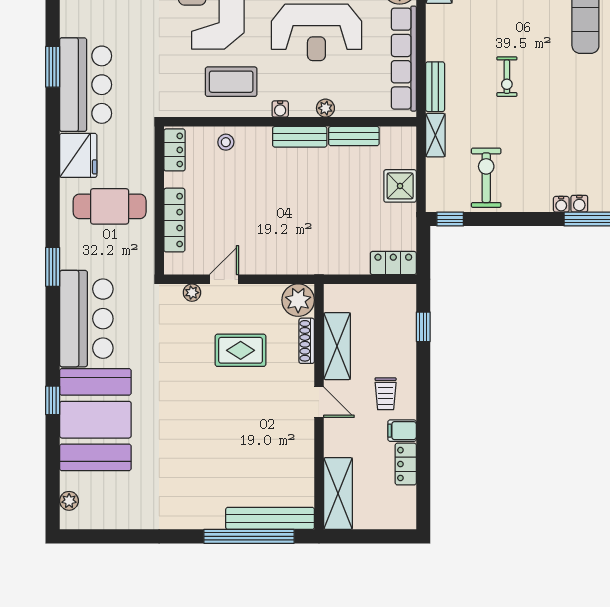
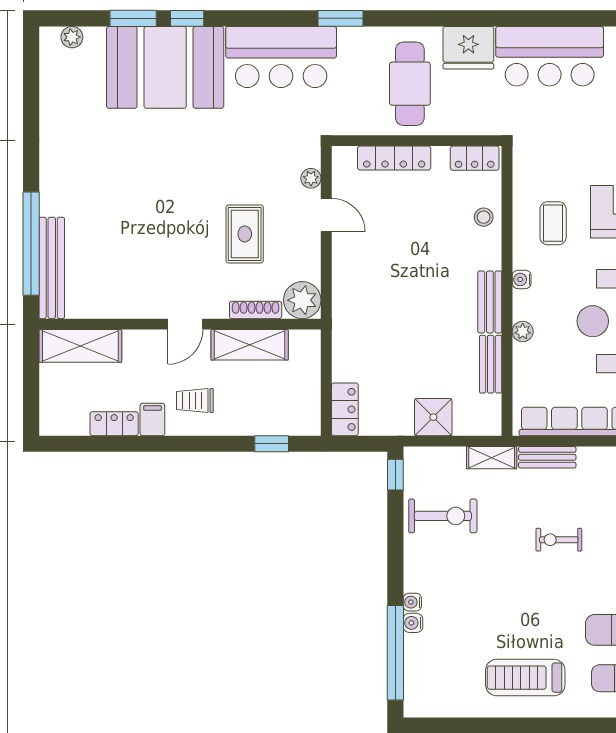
window: (53, 67) -> (133, 18), moved
coffee table: (231, 82) -> (553, 223), width x0.73, depth x0.77

